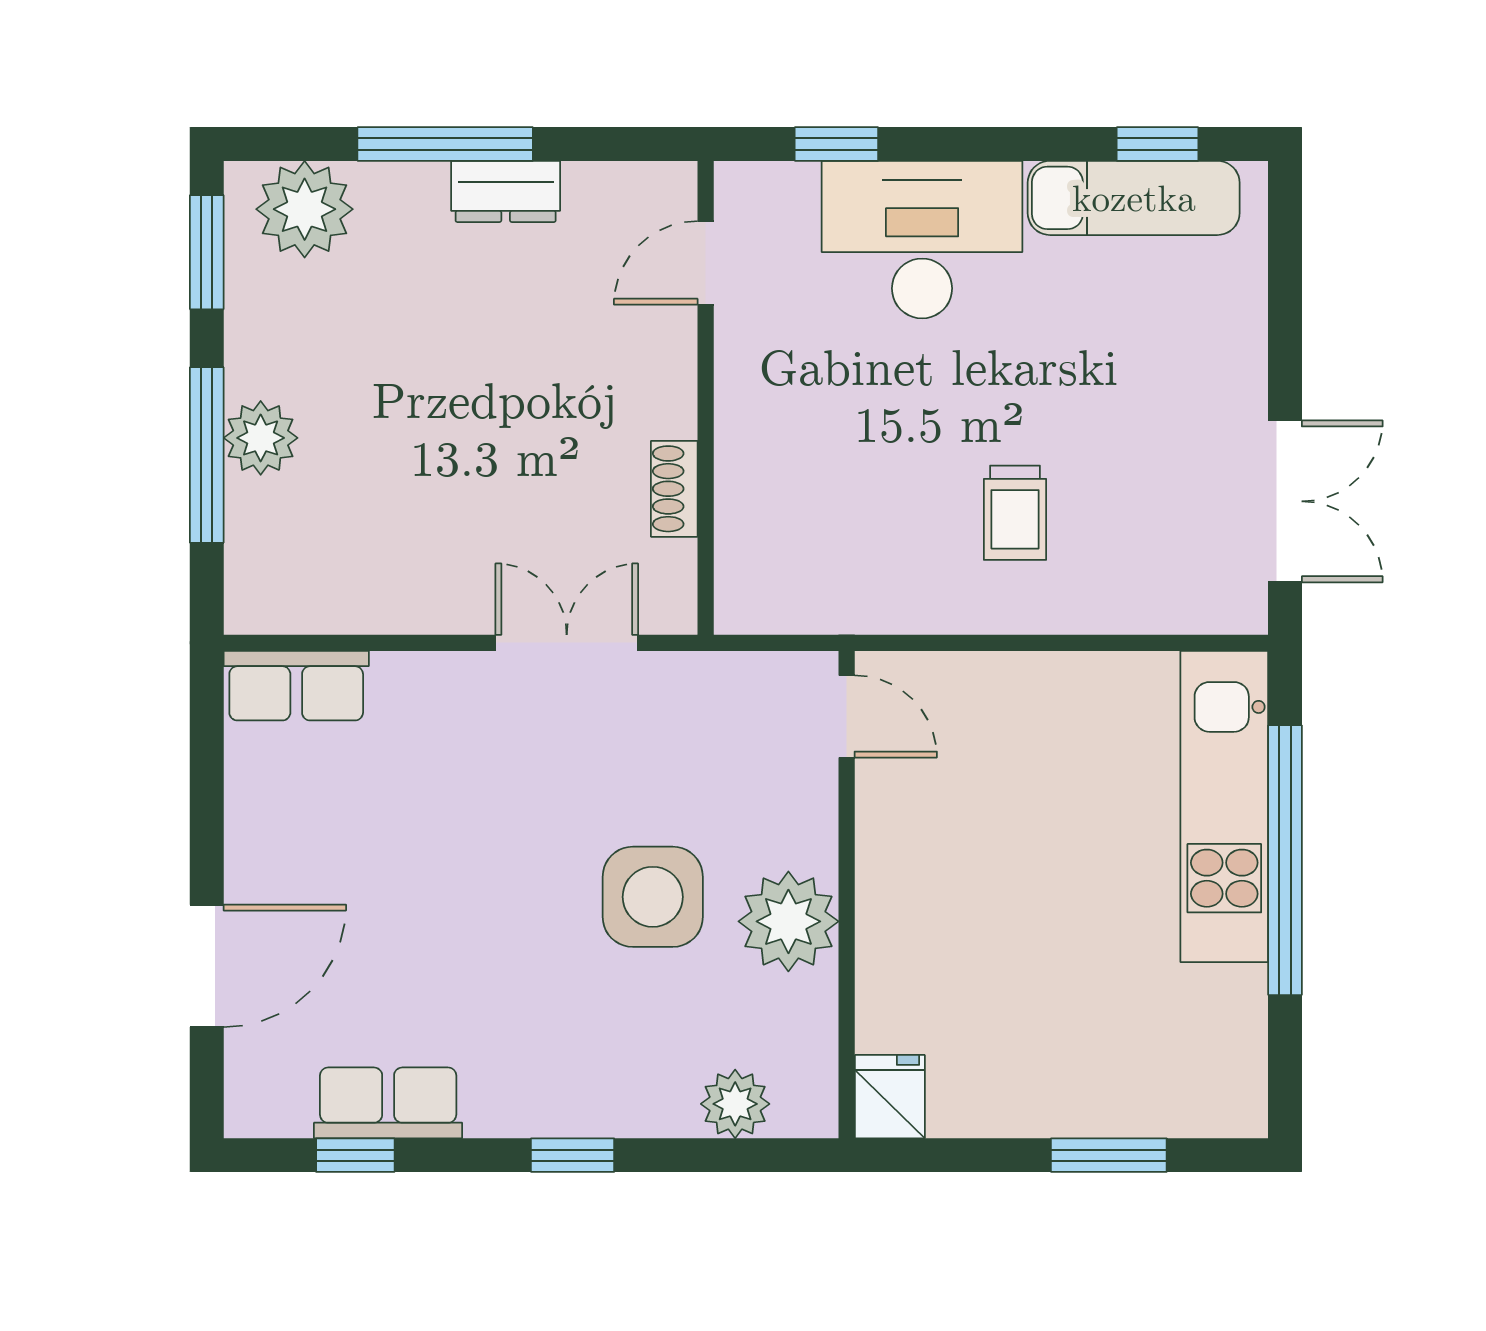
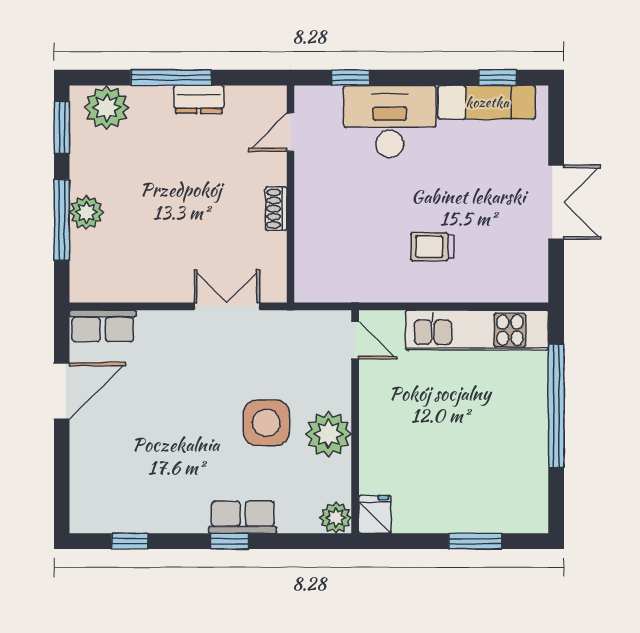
shoe rack: (674, 489) -> (276, 209), moved
double door: (1285, 501) -> (556, 202), moved
trolley: (1015, 513) -> (432, 247), turned 90
kitchen unit: (1224, 807) -> (477, 330), moved, turned -90
door: (207, 966) -> (62, 391), moved
row of seats: (388, 1103) -> (243, 517), moved
plant: (735, 1104) -> (336, 518), moved

